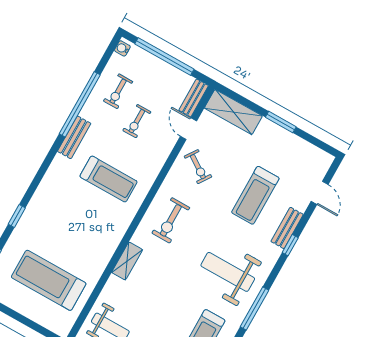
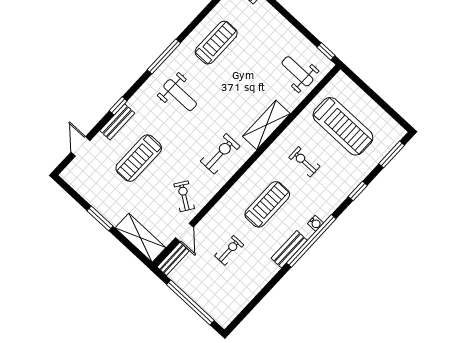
water cooler: (122, 48) -> (315, 223), moved
exercise bike: (118, 91) -> (304, 162), moved, turned -90
window: (80, 104) -> (311, 241), moved
treadmill: (109, 179) -> (267, 204), turned 90
treadmill: (255, 195) -> (139, 158), turned 180
shelving: (127, 261) -> (266, 125), width x1.50, depth x1.33
weight bench: (228, 272) -> (180, 95), width x0.73, depth x0.75

